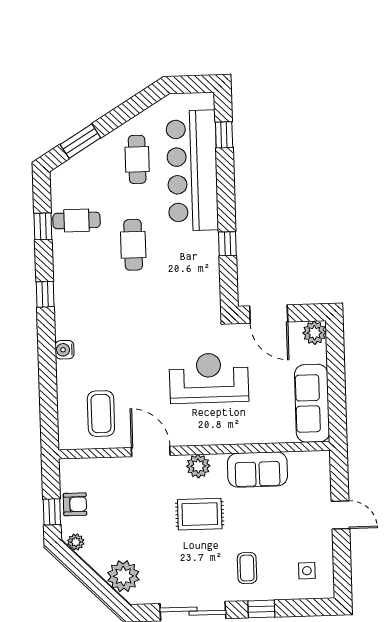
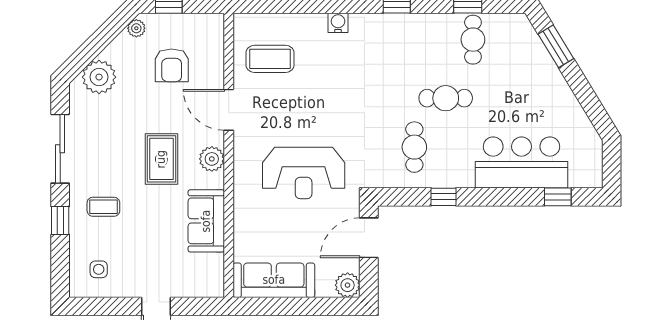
cafe table: (137, 159) -> (414, 147), moved, turned 90
bar counter: (192, 170) -> (521, 162), width x0.73
reception desk: (209, 378) -> (304, 173), turned 90
door: (151, 451) -> (229, 110), swing flipped
armchair: (75, 504) -> (172, 65), moved, width x1.38, depth x1.38

